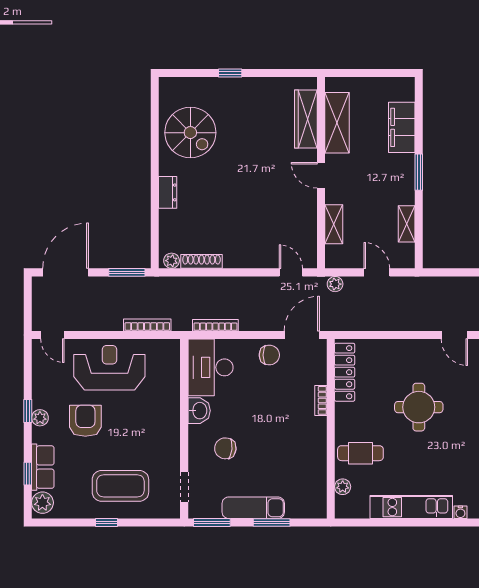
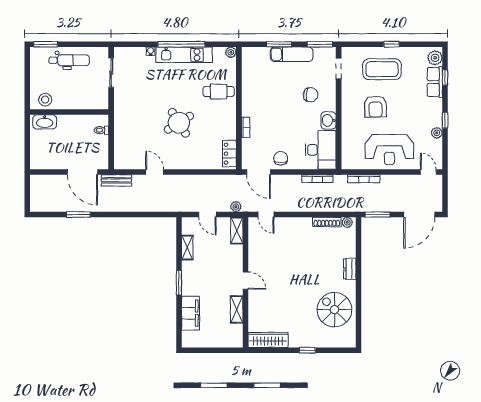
wardrobe: (306, 119) -> (268, 340), moved, turned -90
shelving: (337, 123) -> (237, 309), width x0.67, depth x0.75
shelving: (334, 224) -> (237, 231), moved
door: (302, 335) -> (259, 172), hinge flipped
chair: (269, 355) -> (281, 158), turned 90
locker: (345, 372) -> (229, 154), width x0.66
round table: (419, 407) -> (179, 123), turned -32
plant: (40, 418) -> (437, 133), moved
armchair: (85, 421) -> (376, 107), moved
plant: (343, 487) -> (231, 52), moved
window: (415, 523) -> (181, 44), added

